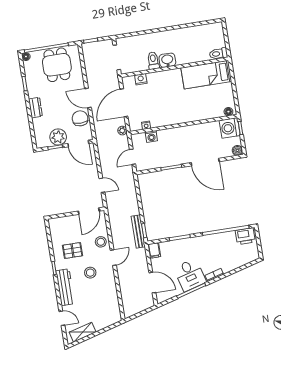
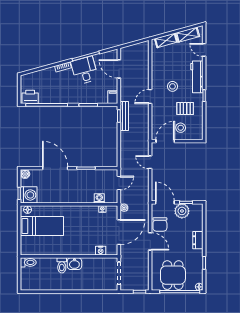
toilet: (153, 61) -> (62, 265), moved
bed: (206, 75) -> (42, 226), moved
stool: (101, 242) -> (181, 128), moved
shelving: (105, 322) -> (166, 40), added

